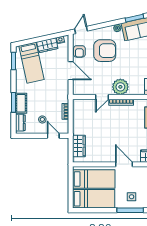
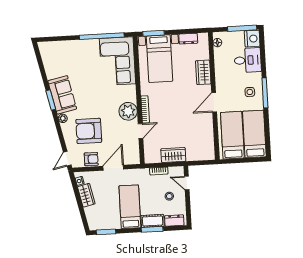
door: (81, 30) -> (67, 159), hinge flipped
armchair: (105, 51) -> (89, 131), turned -90
bed: (32, 63) -> (130, 207), moved, turned -78
door: (102, 97) -> (141, 131), hinge flipped
door: (53, 136) -> (187, 183), hinge flipped
wardrobe: (79, 146) -> (173, 155), moved

